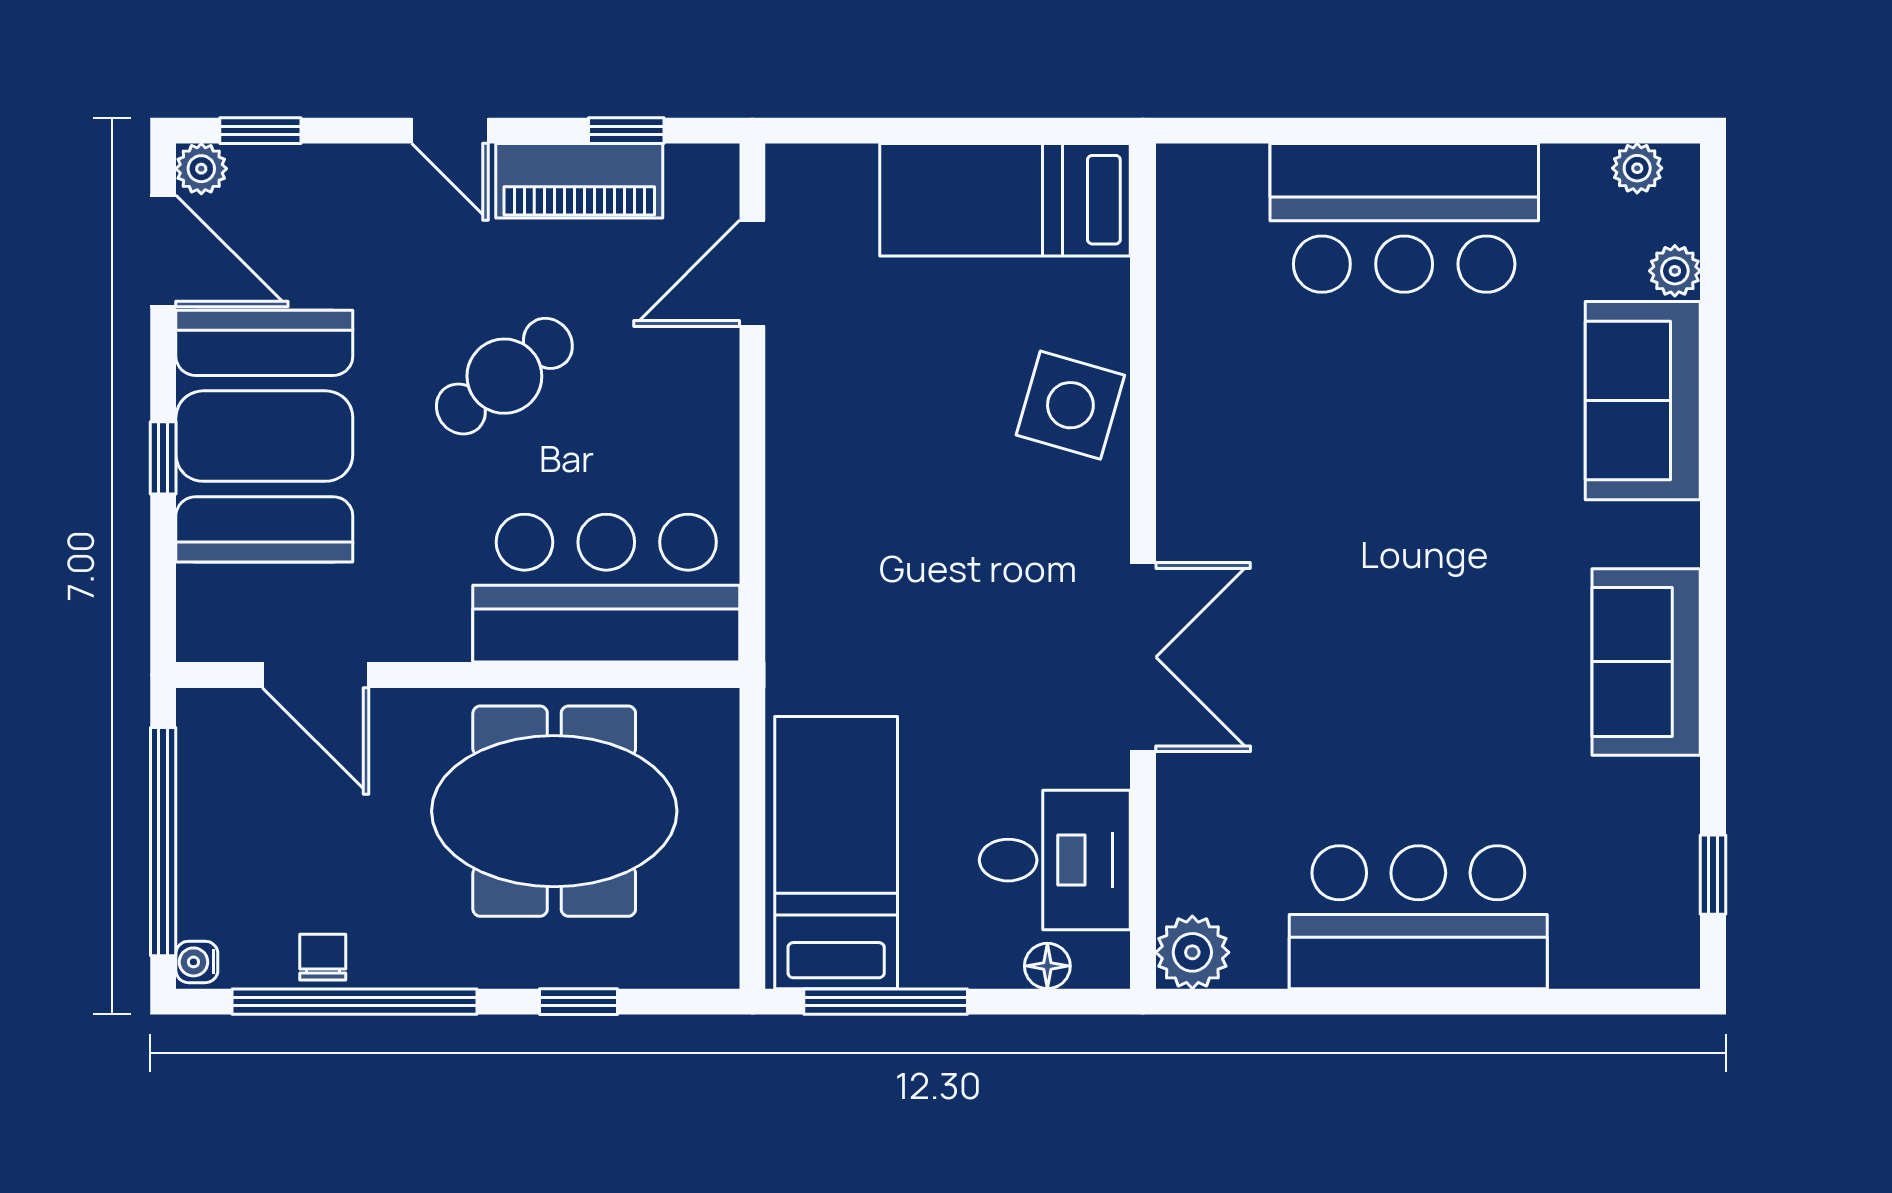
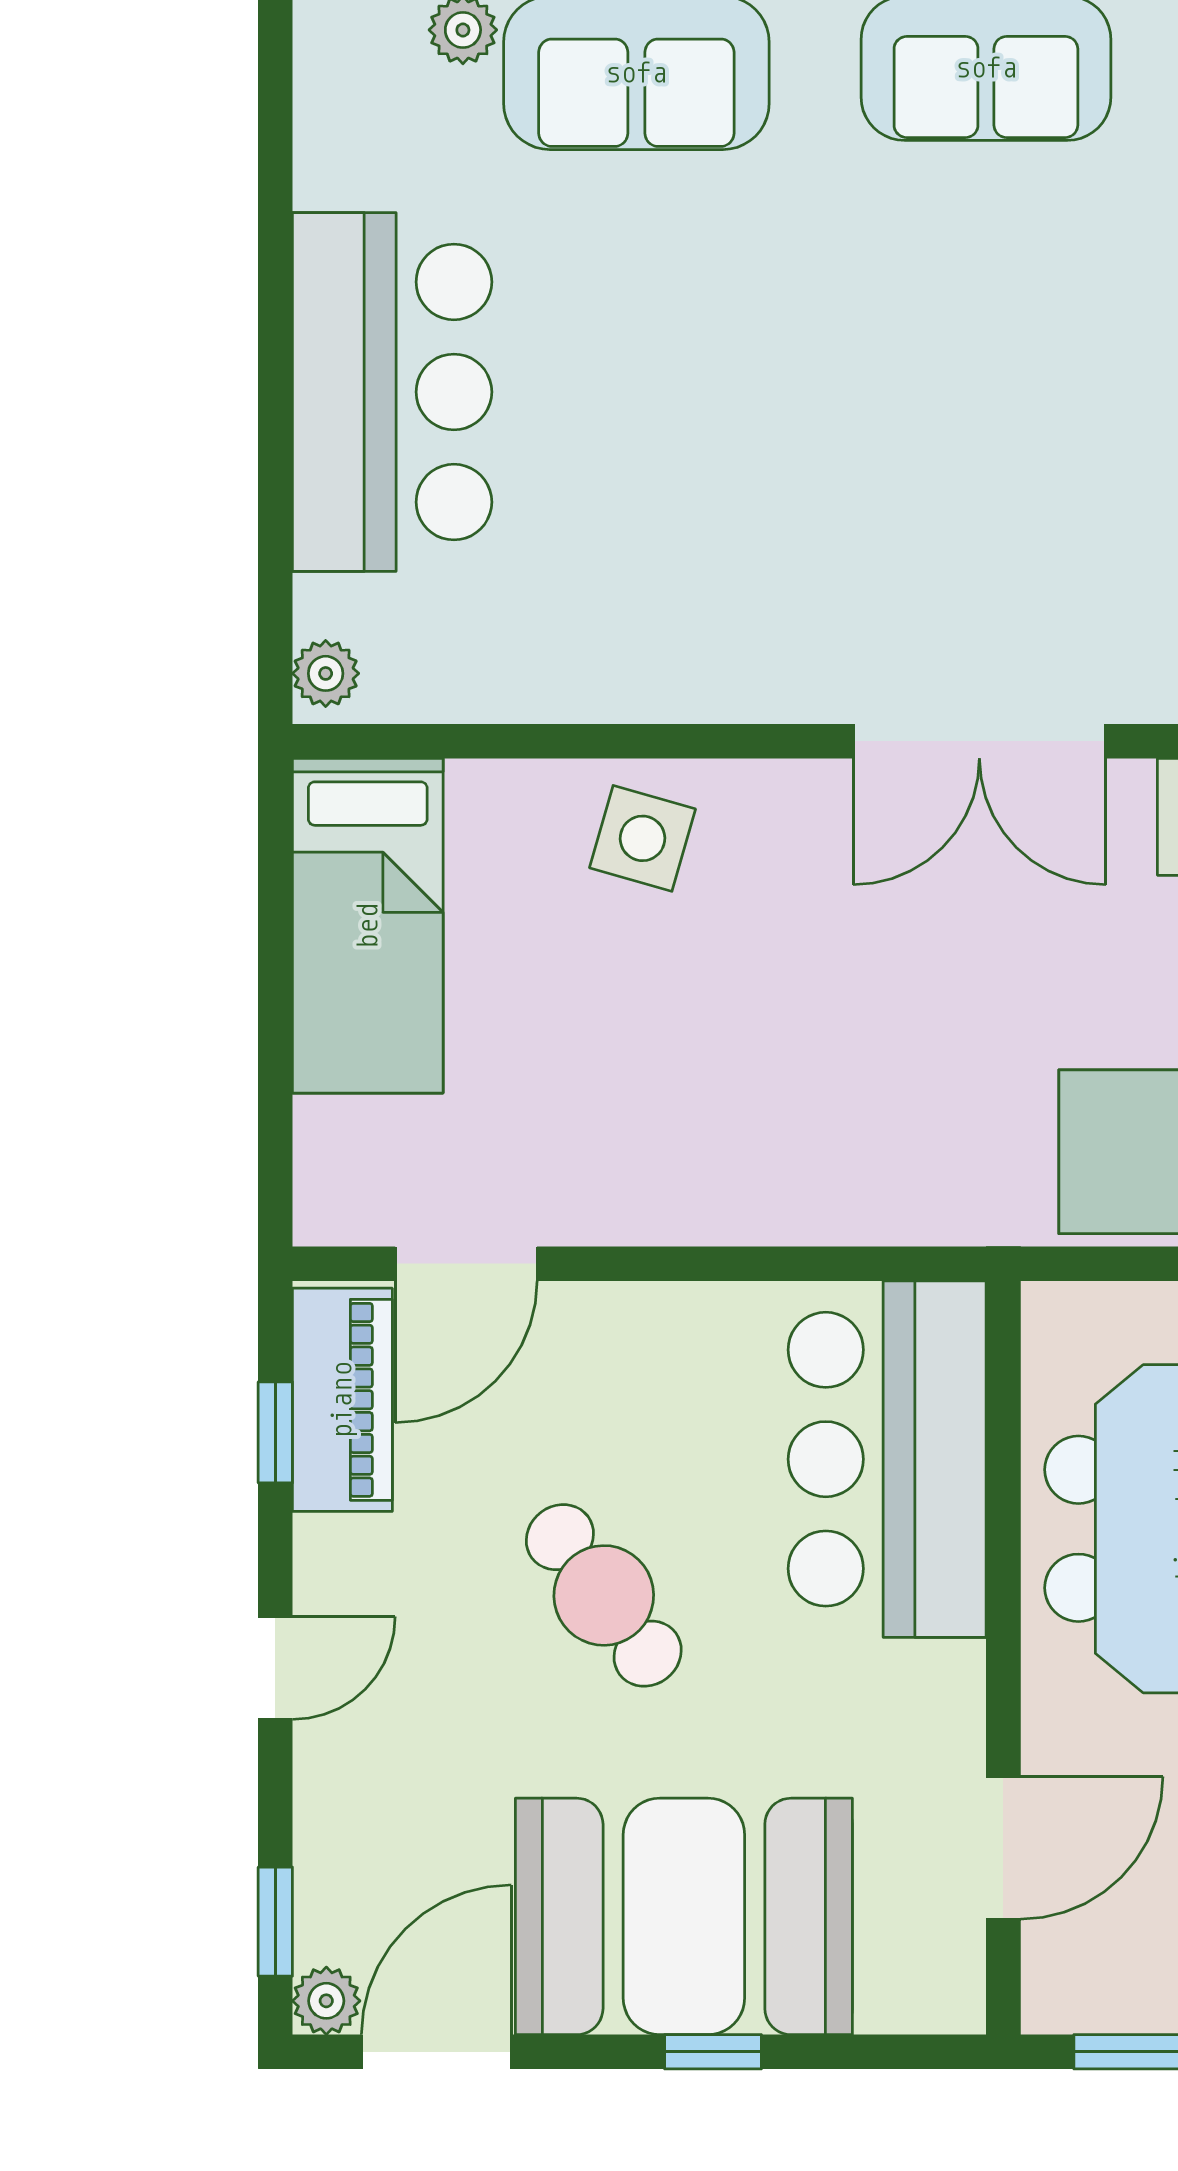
plant: (1637, 168) -> (326, 673), moved
piano: (579, 181) -> (342, 1400), moved
door: (752, 273) -> (466, 1264), hinge flipped
side table: (1070, 405) -> (642, 838), width x0.73, depth x0.73
double door: (1143, 657) -> (979, 741), swing flipped

